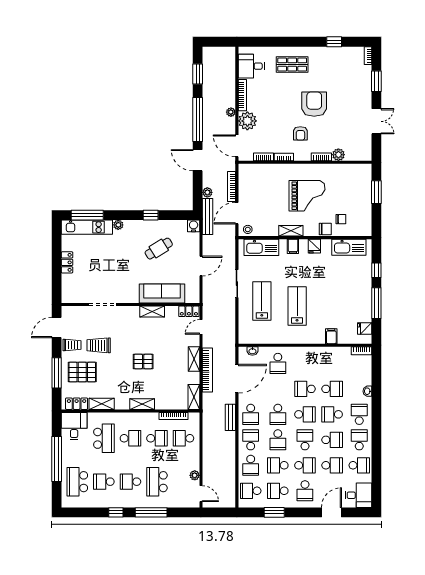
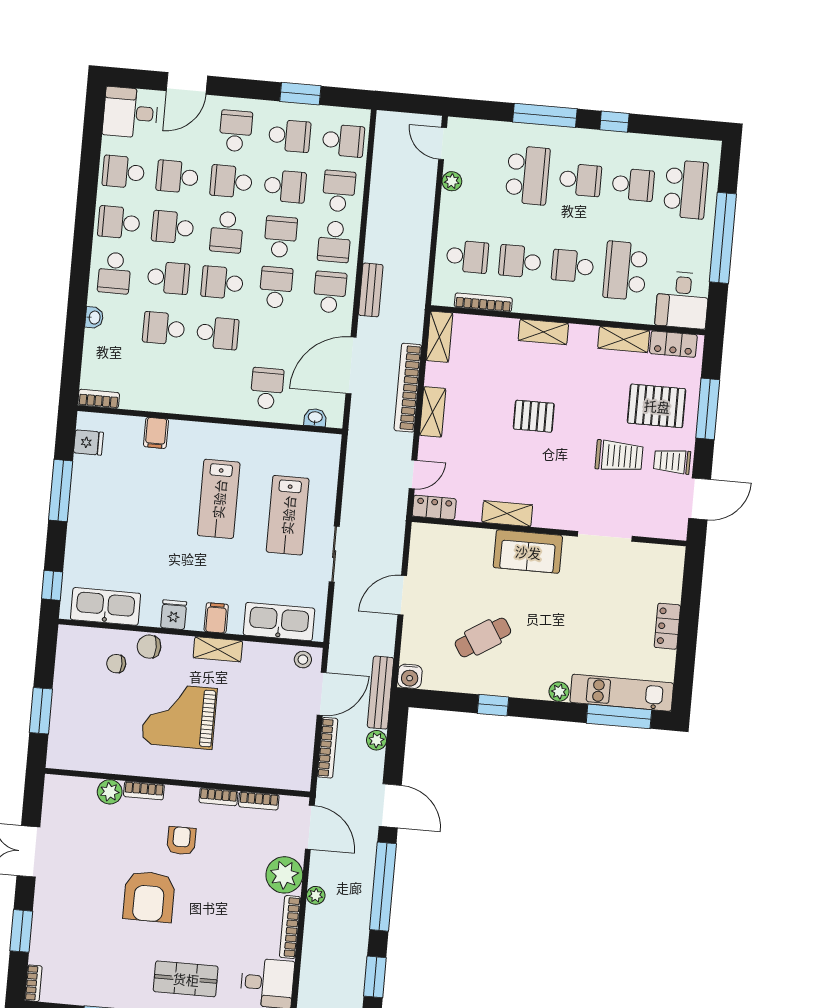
window: (376, 270) -> (52, 585), moved
sofa: (162, 293) -> (528, 552), moved, width x0.73
school desk: (359, 440) -> (119, 222), turned 90

